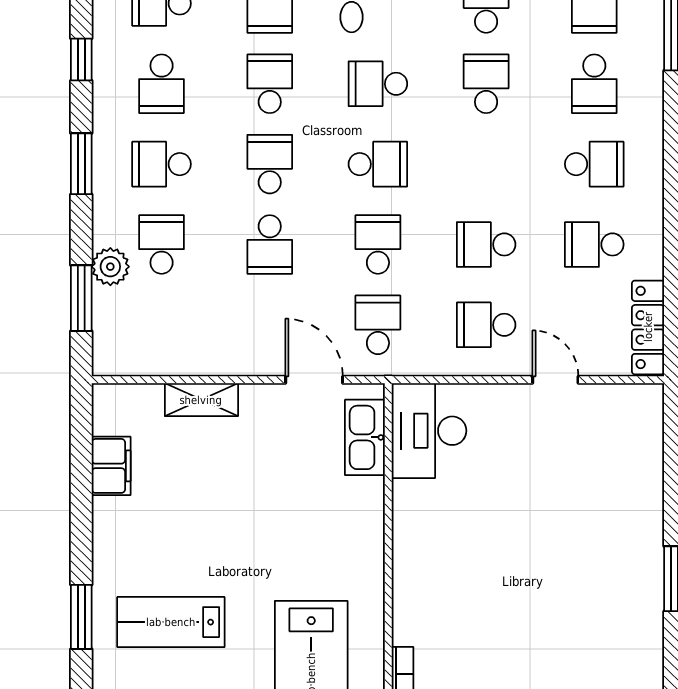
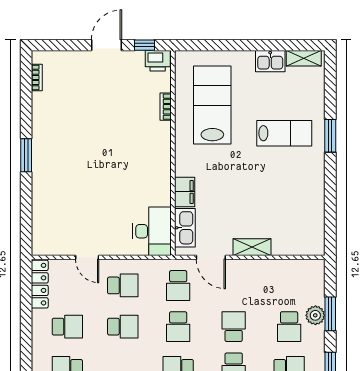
window: (81, 298) -> (330, 314), moved
shelving: (201, 400) -> (252, 247), moved
filing cabinet: (111, 466) -> (185, 192), moved, turned 180

